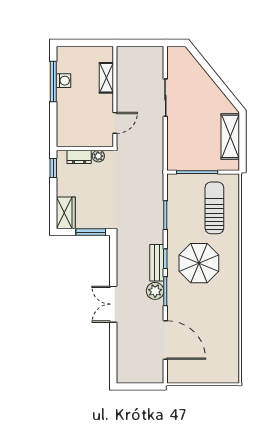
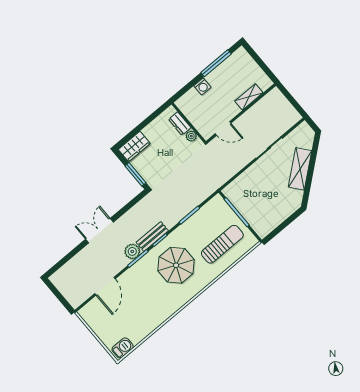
washing machine: (64, 81) -> (202, 87), moved
shelving: (230, 136) -> (300, 169), moved, turned -39
window: (53, 168) -> (158, 112), removed
door: (165, 340) -> (105, 286), width x0.73
barbecue: (231, 370) -> (123, 348), added

